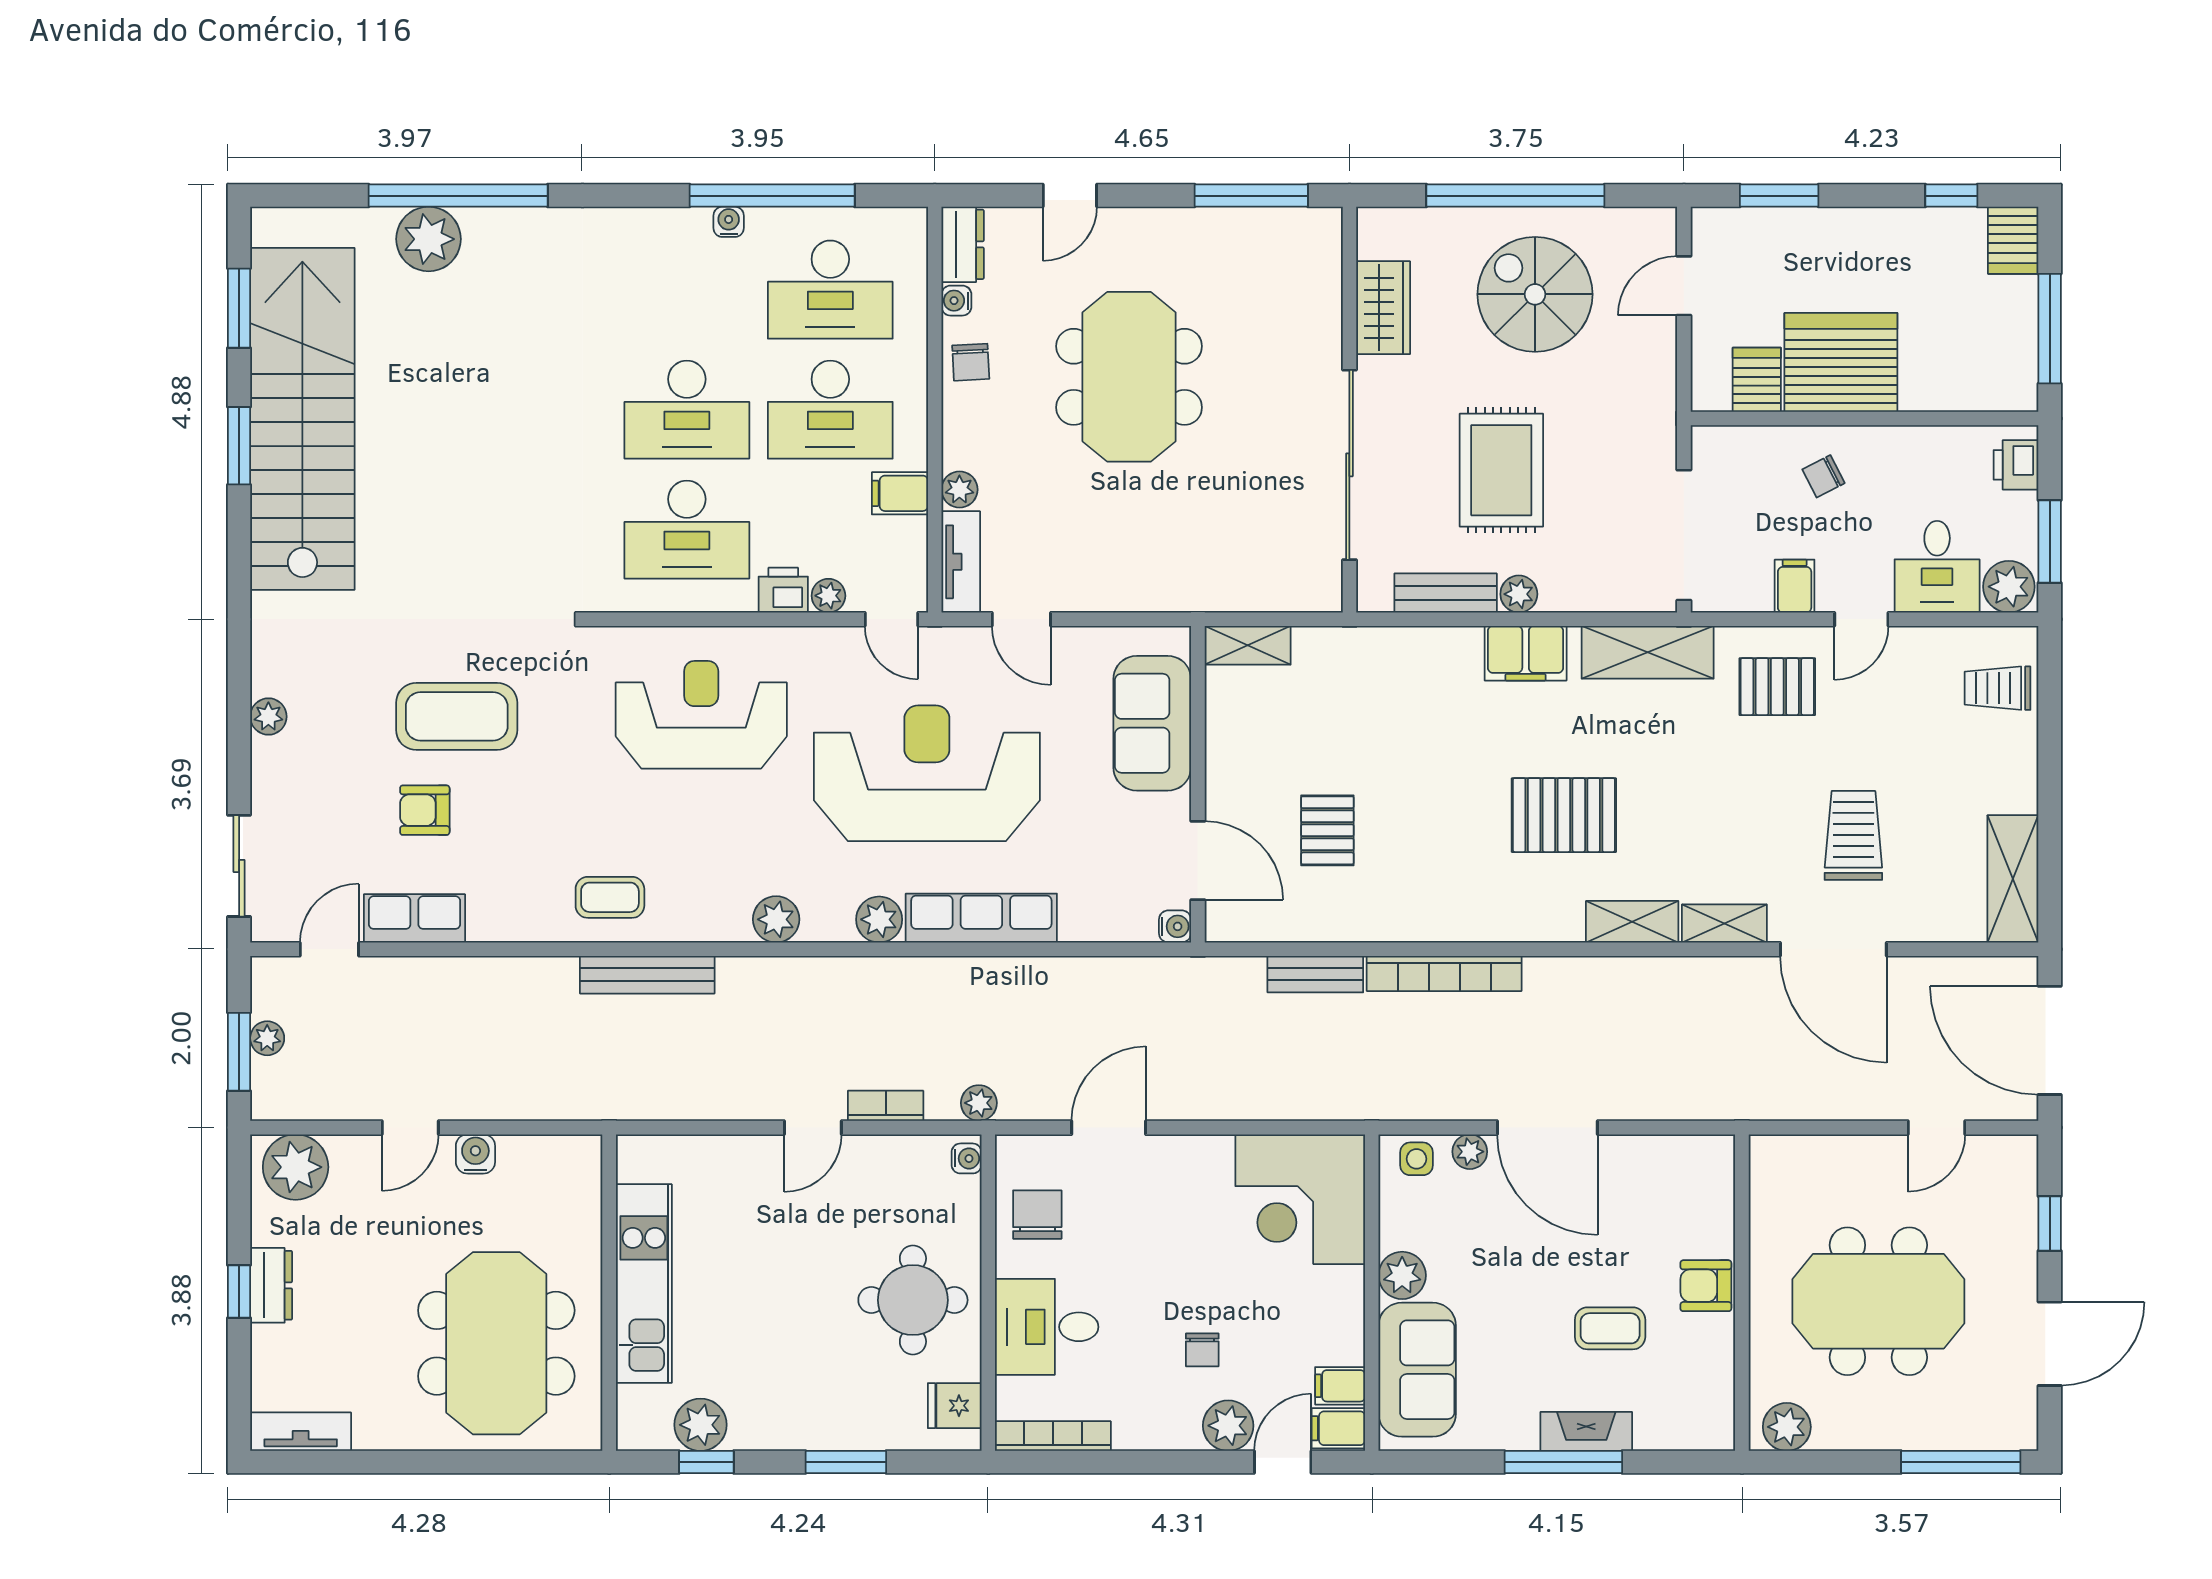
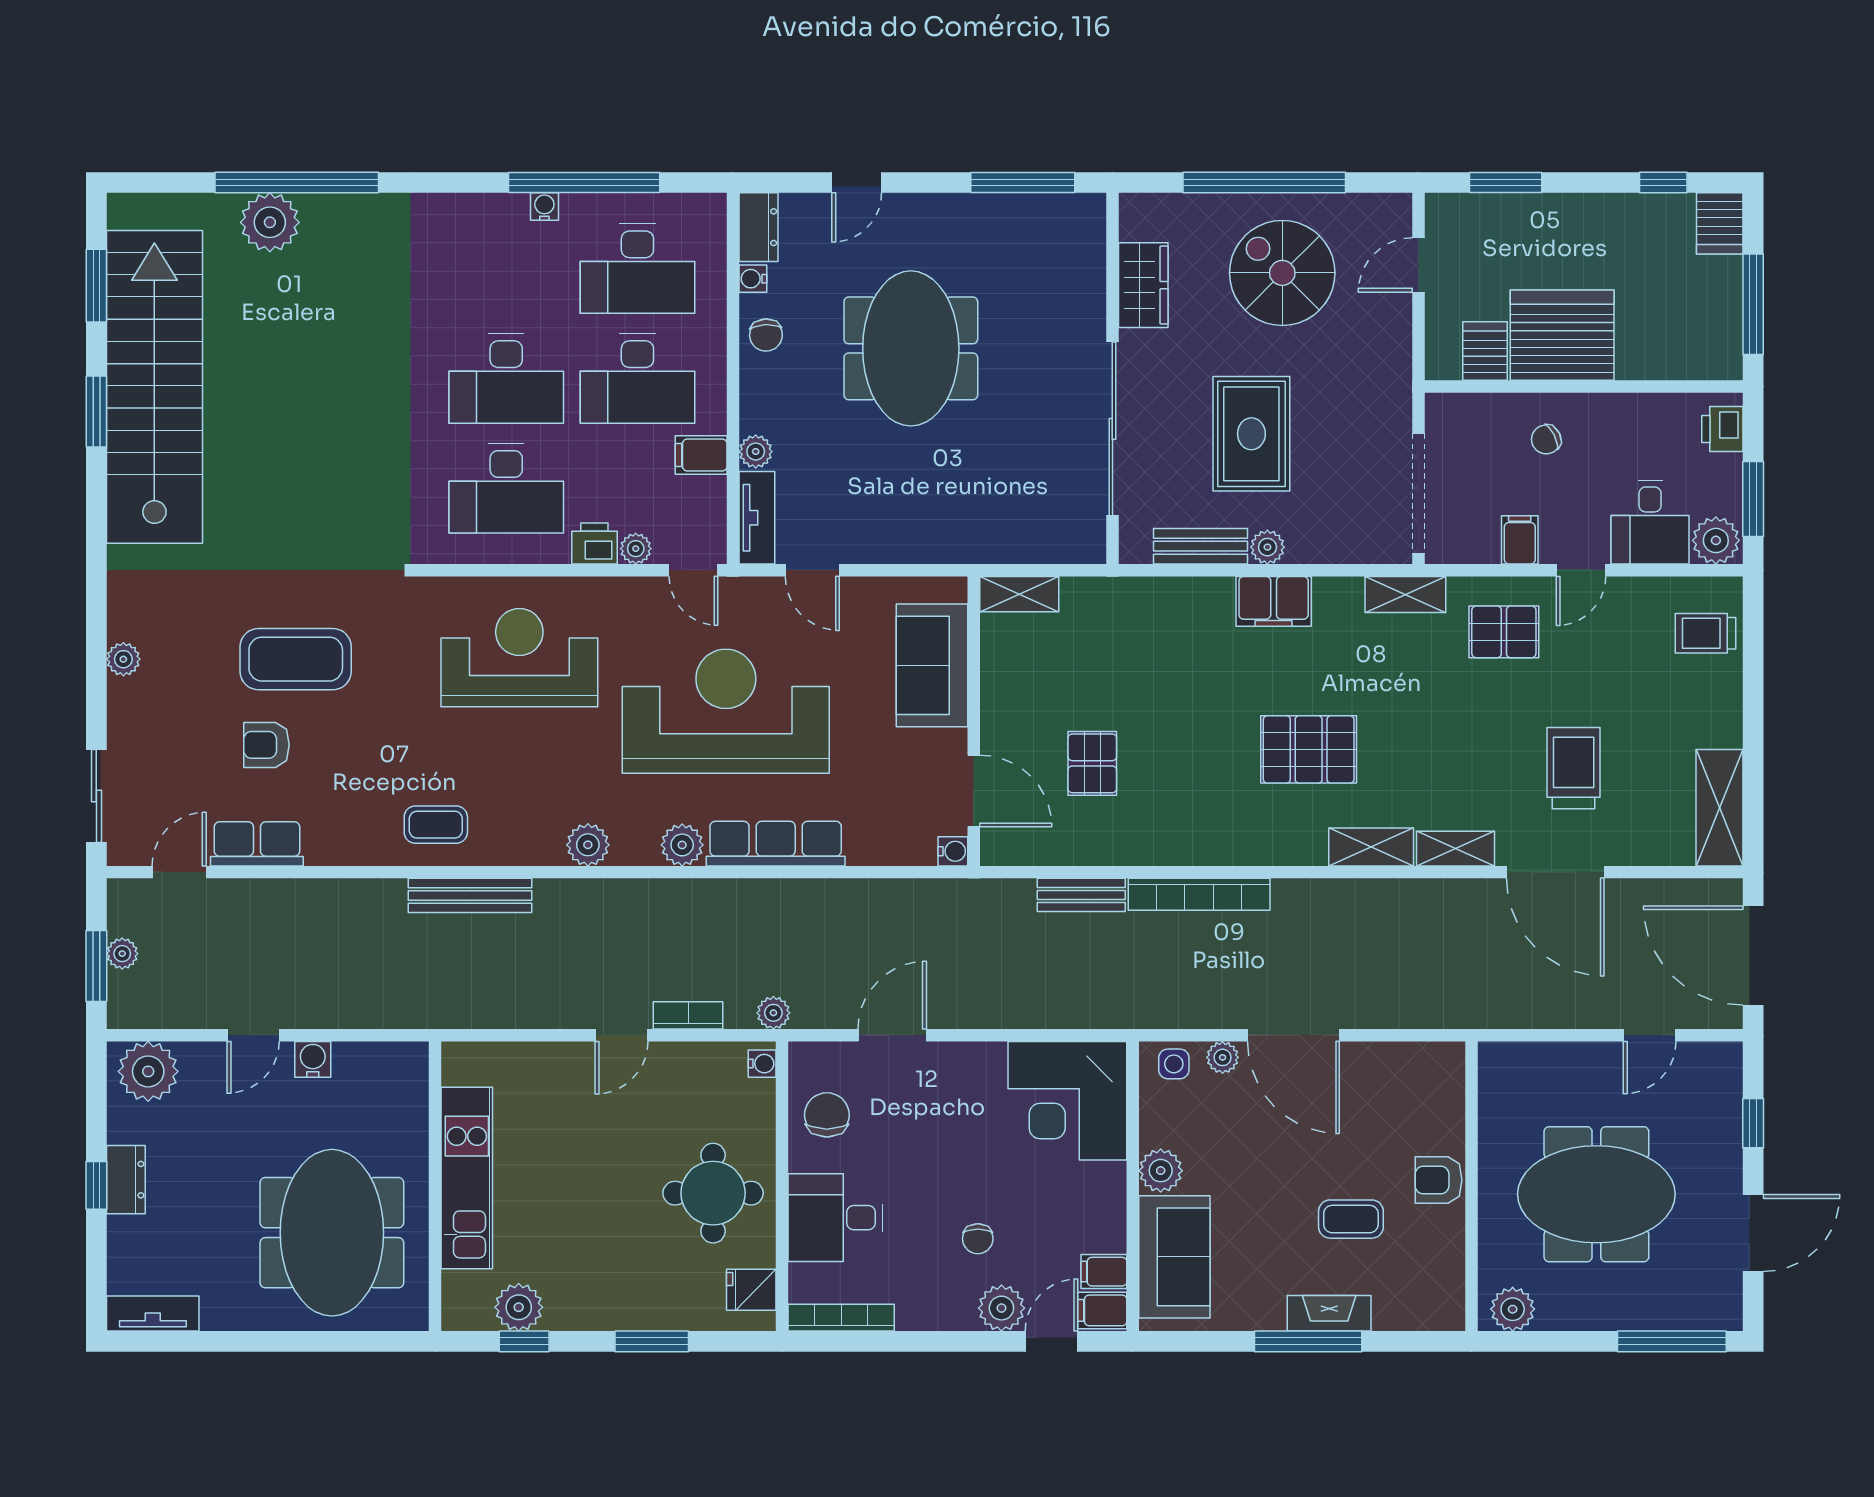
shelving: (1648, 652) -> (1405, 594), width x0.67, depth x0.75

